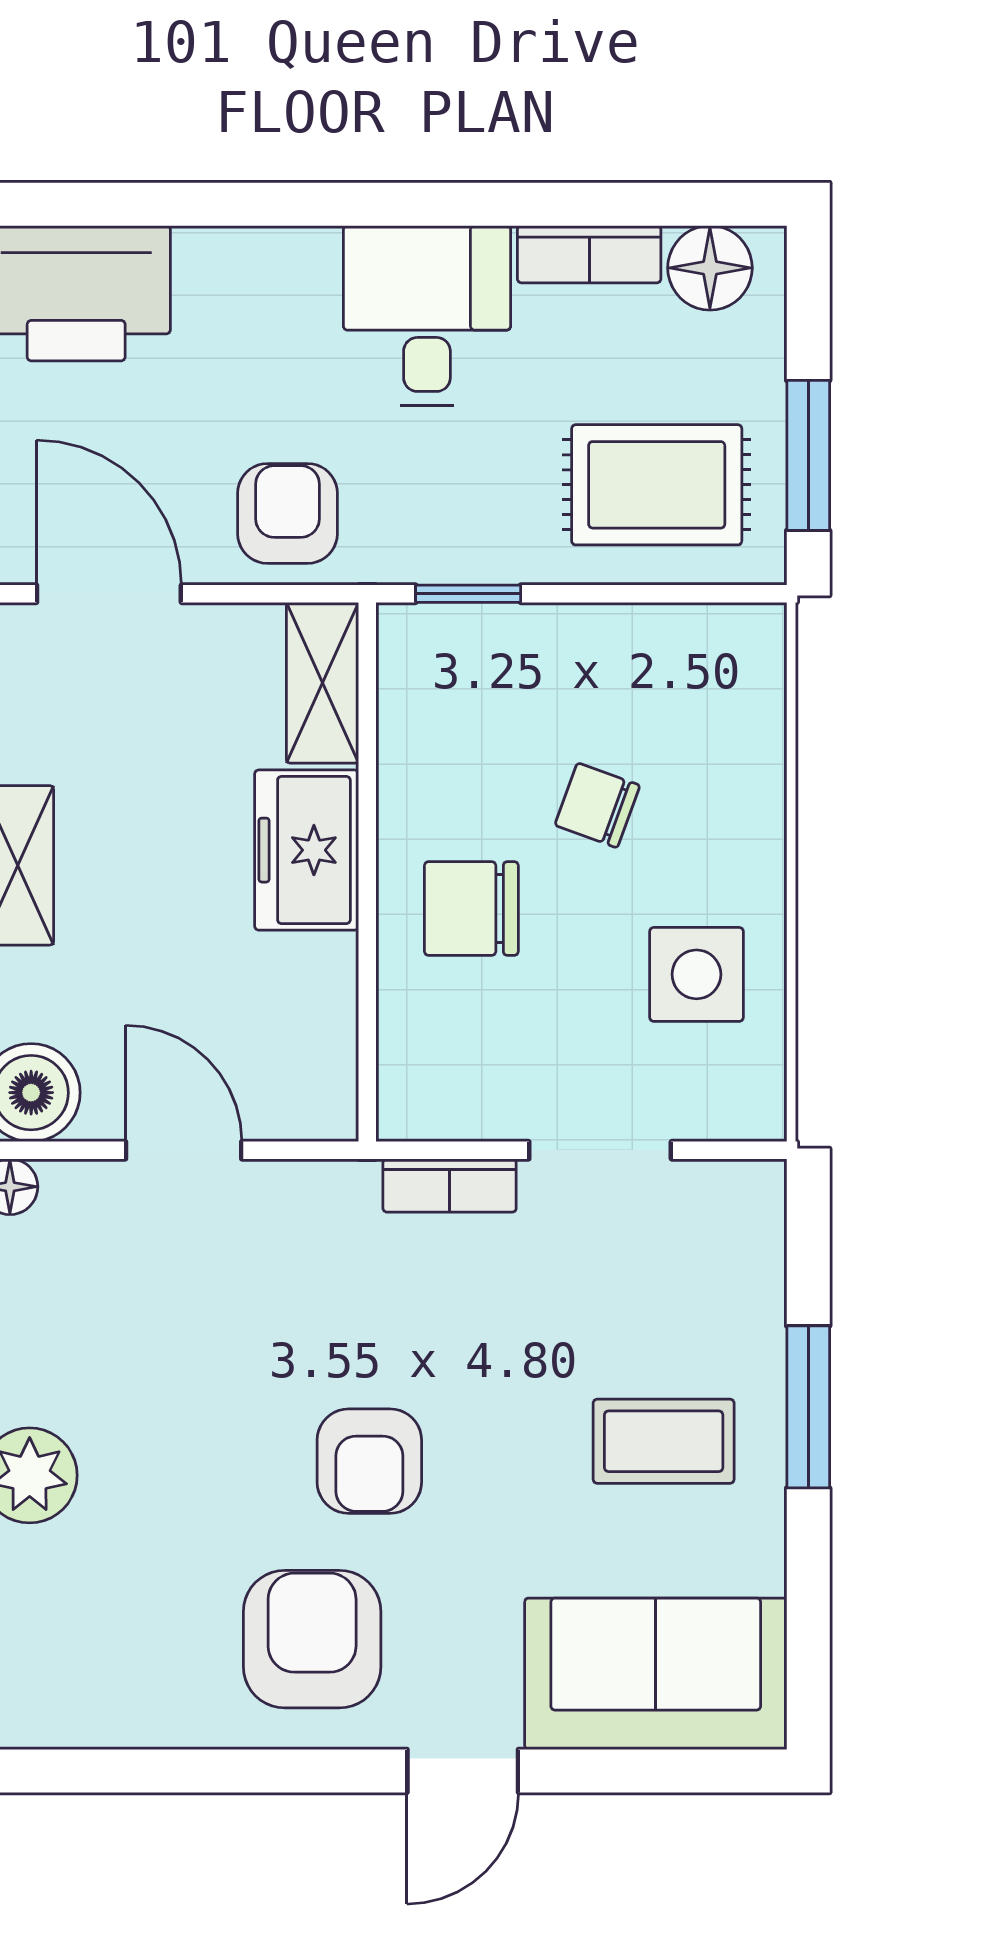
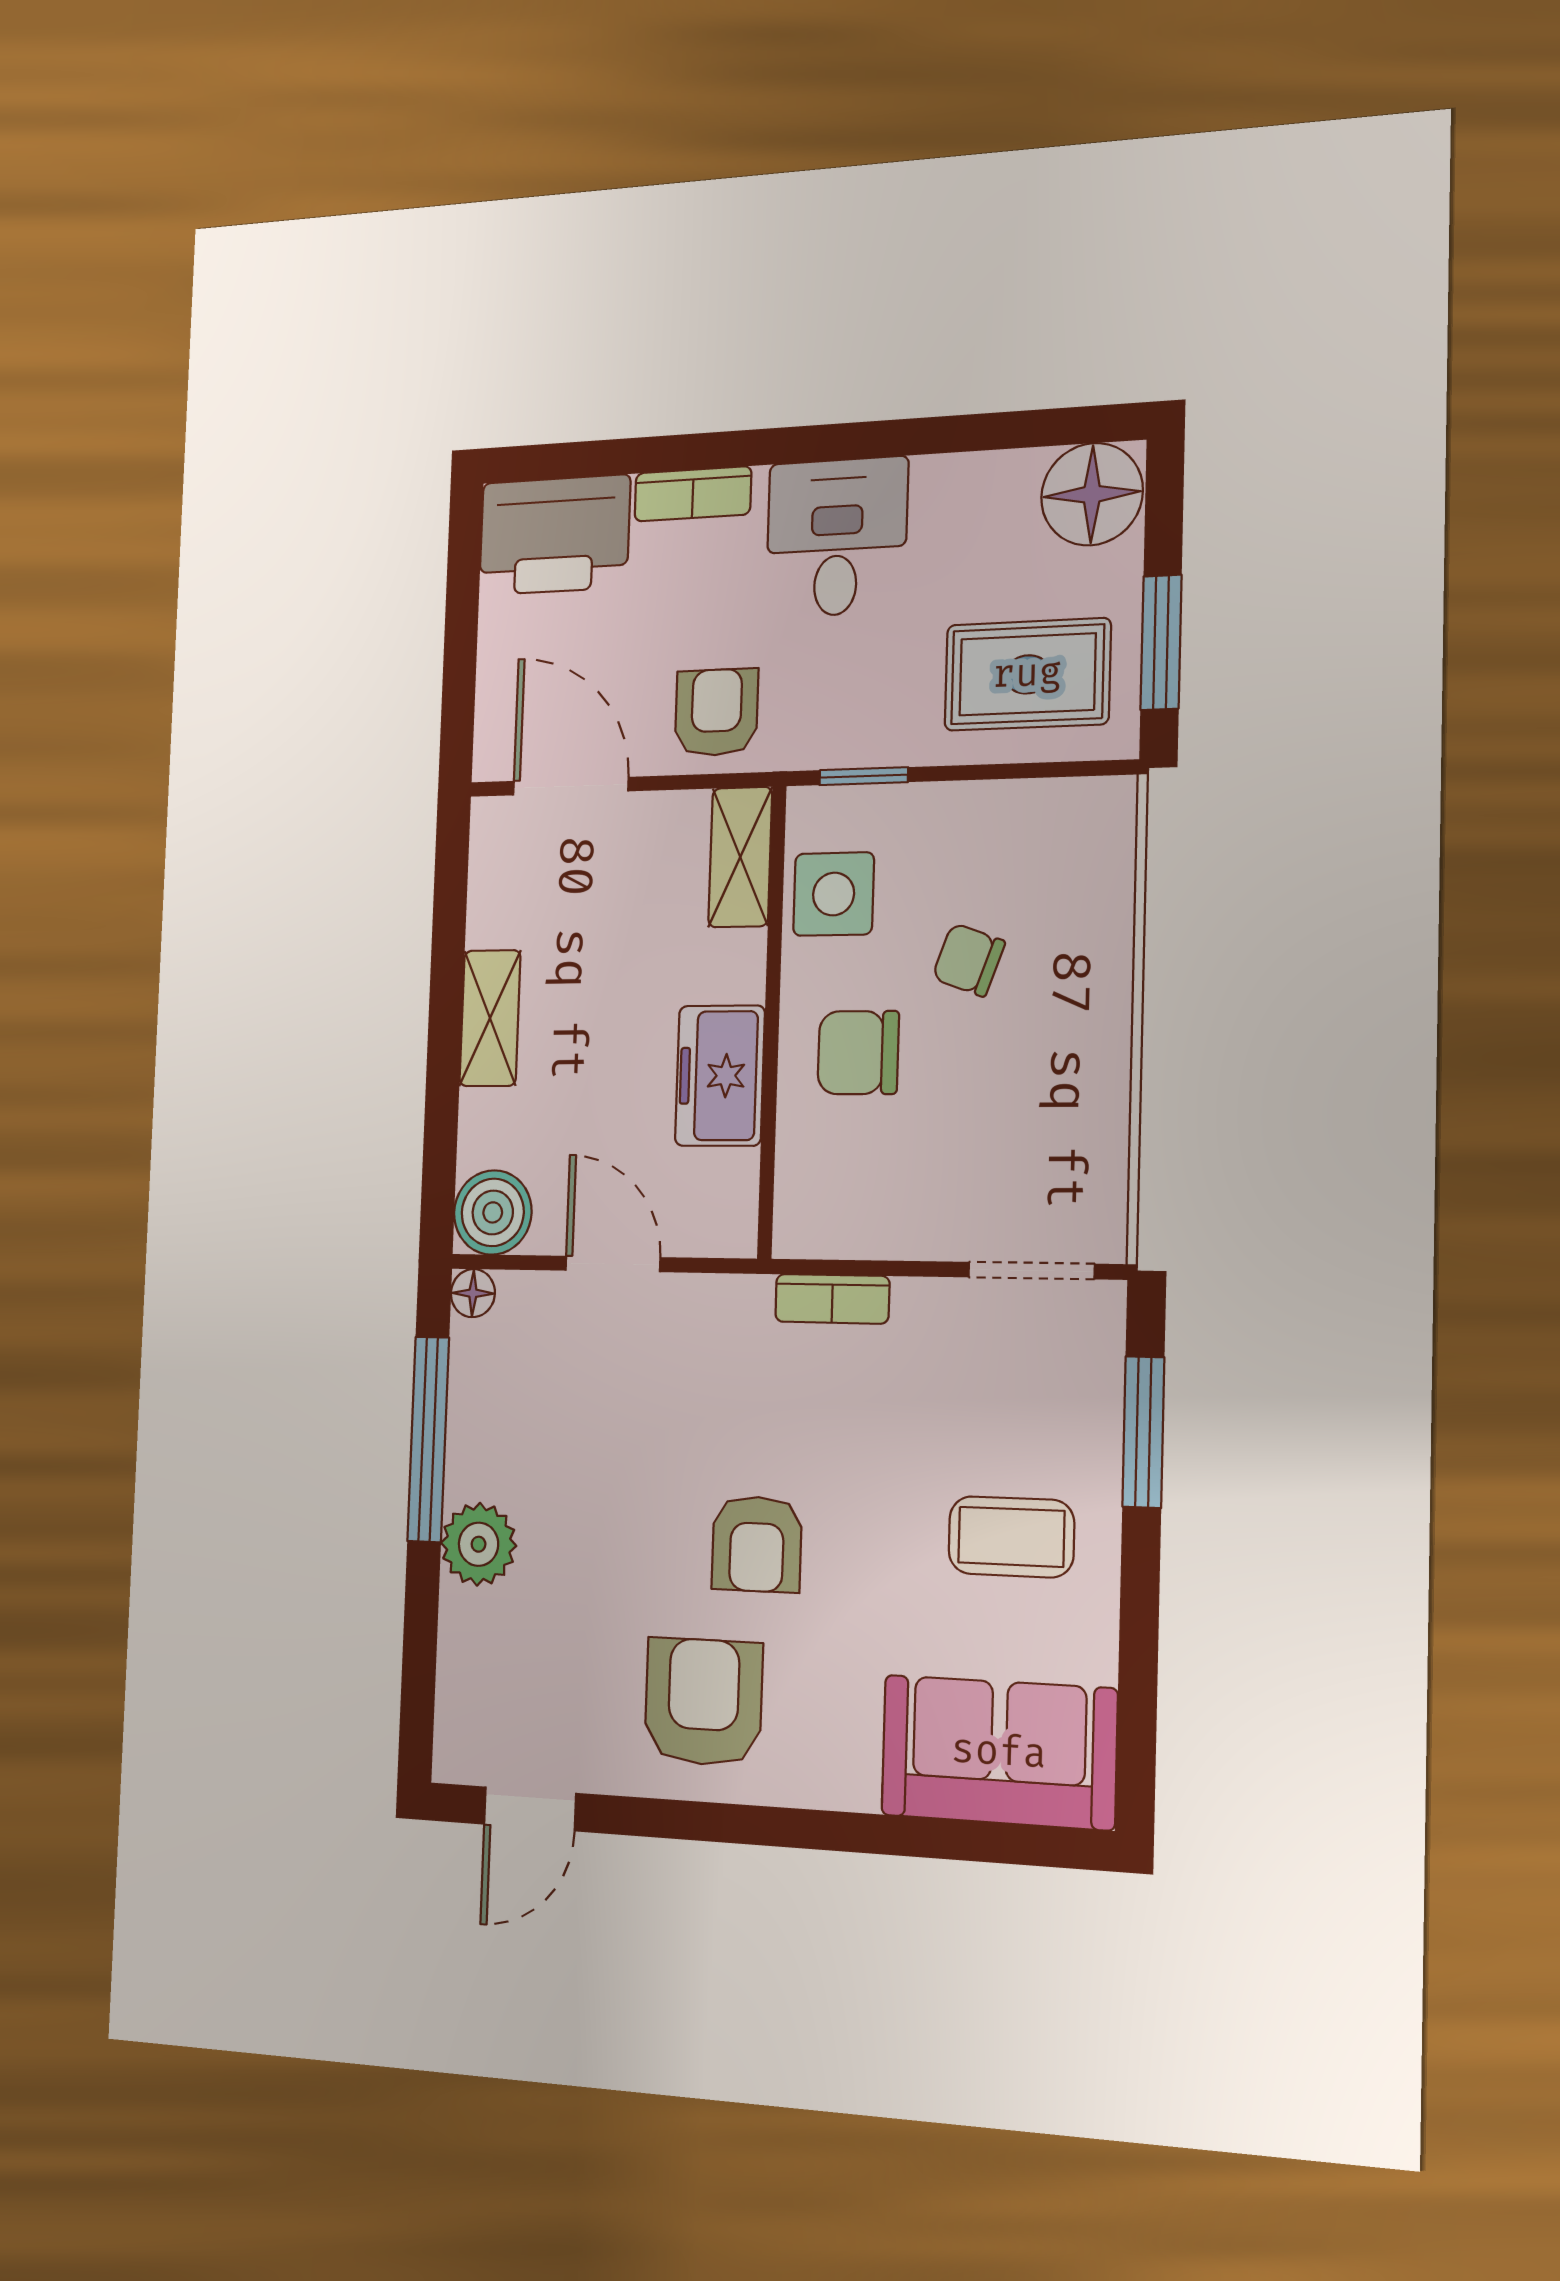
bookcase: (589, 254) -> (693, 494), moved
floor lamp: (710, 268) -> (1092, 494), width x1.38, depth x1.38
freezer: (307, 850) -> (720, 1076), moved
side table: (696, 974) -> (834, 894), moved
doorway: (600, 1150) -> (1031, 1271), moved
window: (808, 1407) -> (1143, 1432), moved
door: (463, 1771) -> (530, 1809), moved

